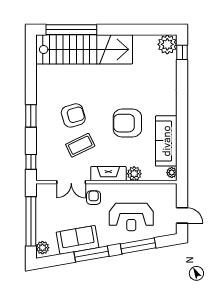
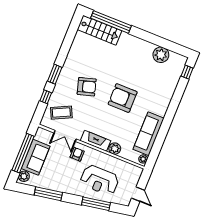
plant: (167, 44) -> (161, 55), moved
stairs: (84, 49) -> (99, 30), width x0.54, depth x0.66
armchair: (127, 123) -> (123, 98), moved
coffee table: (80, 145) -> (61, 113), moved
window: (31, 162) -> (46, 97), moved
sofa: (78, 240) -> (36, 157), moved, turned 100
window: (91, 254) -> (48, 194), moved

